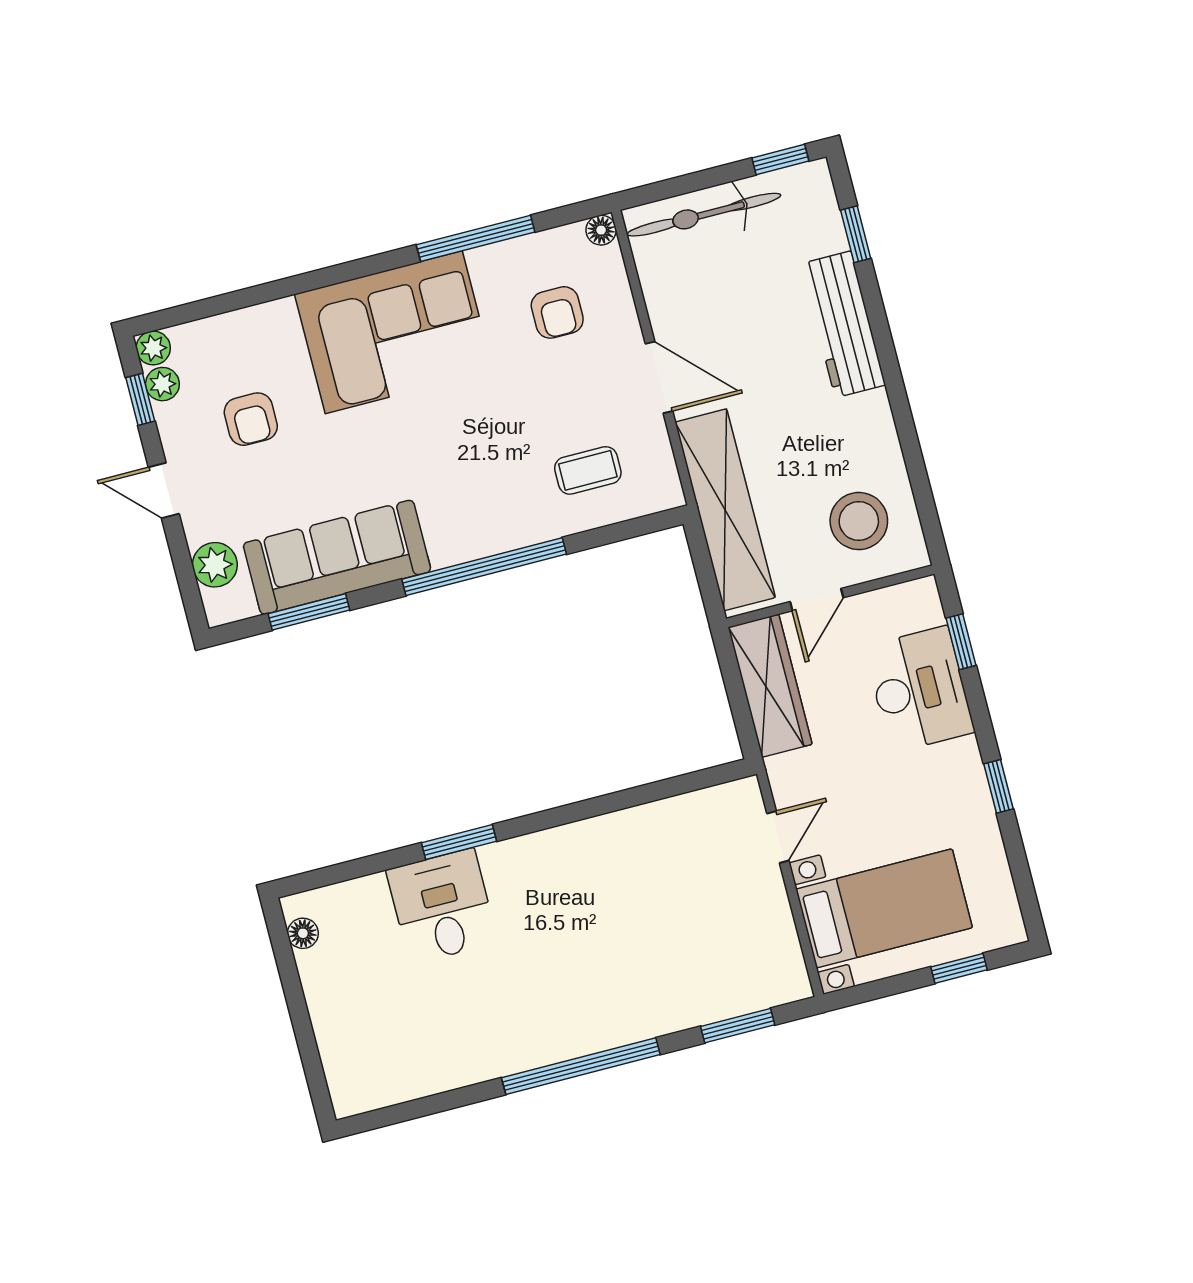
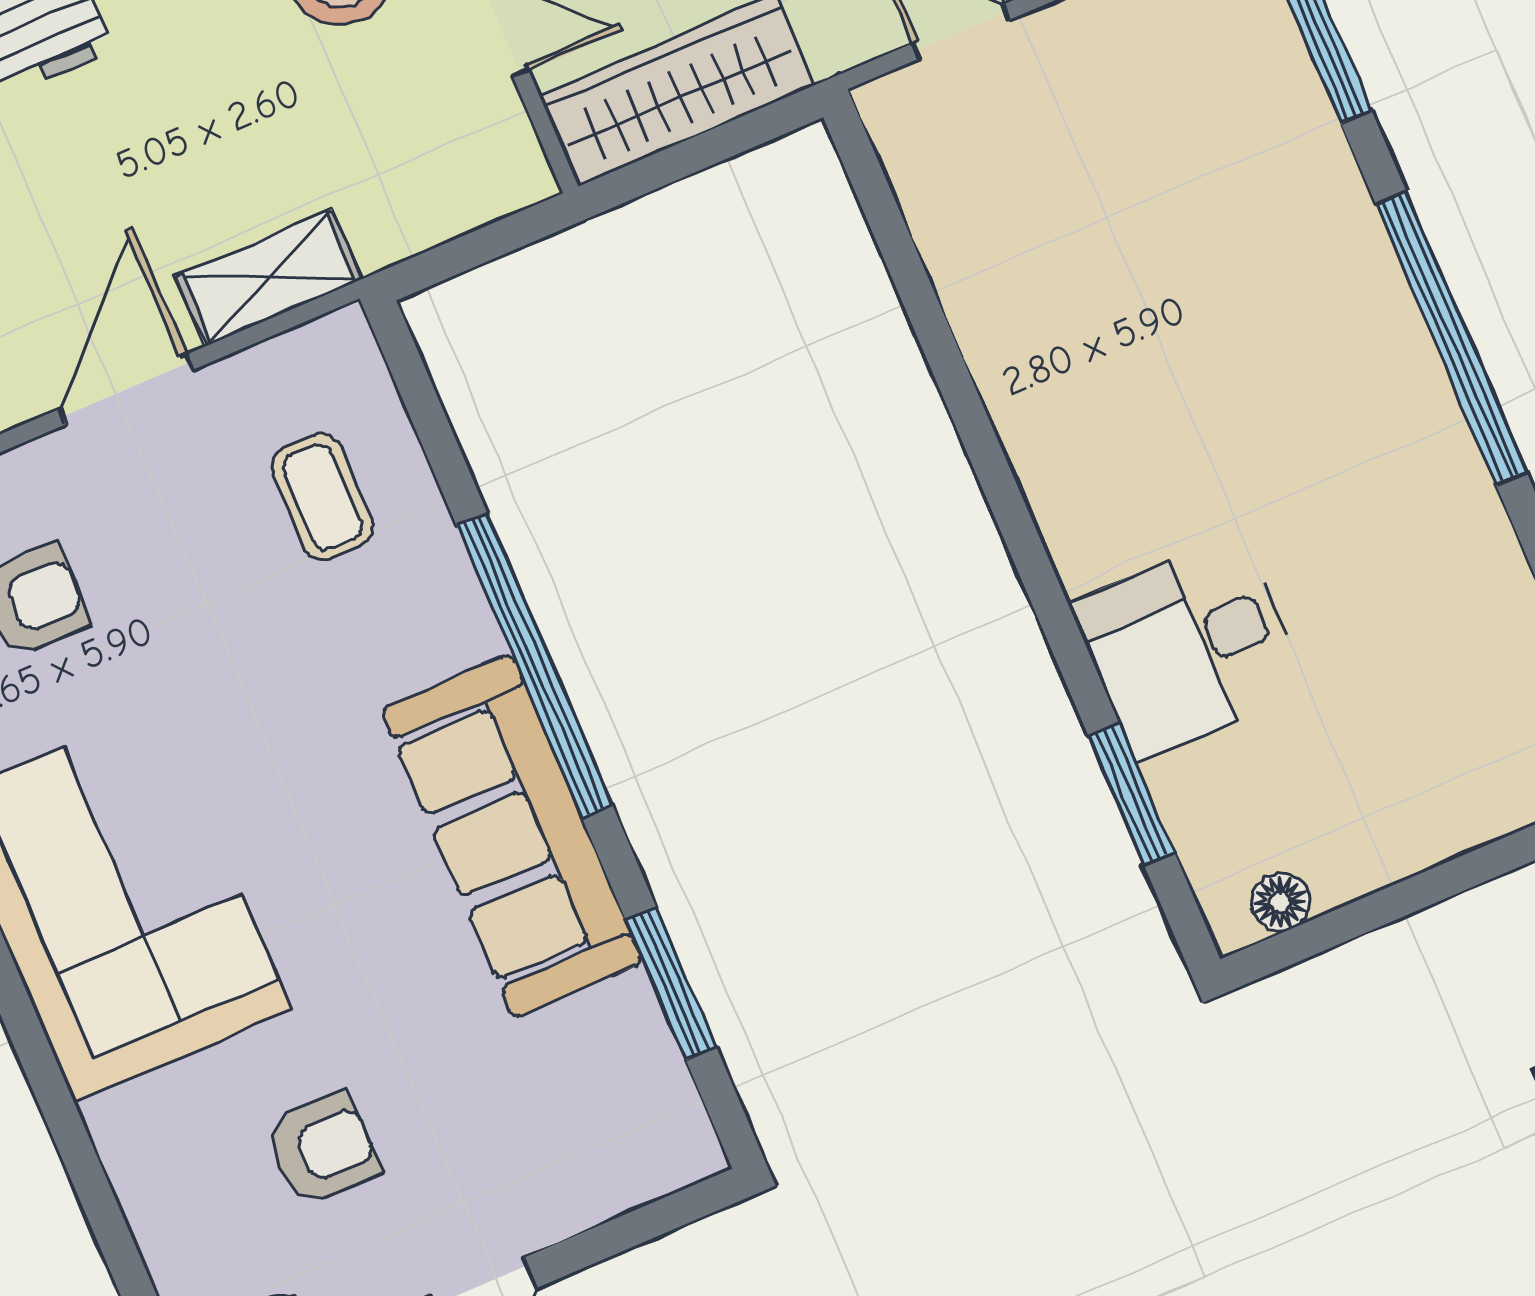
shelving: (725, 510) -> (269, 278), width x0.45, depth x0.75
sofa: (337, 557) -> (512, 836), moved
plant: (215, 565) -> (609, 1175), removed
window: (459, 842) -> (1131, 794), moved

